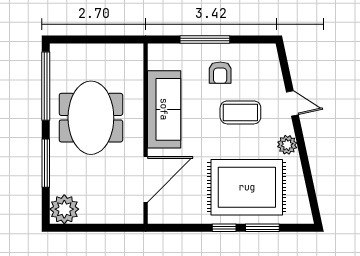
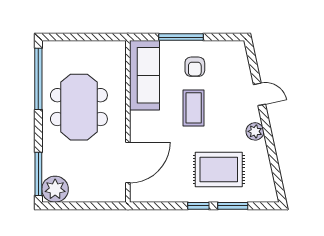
sofa: (164, 109) -> (144, 75), moved
coffee table: (240, 112) -> (194, 108), moved, turned 90
window: (46, 163) -> (38, 174), moved
rug: (247, 187) -> (219, 169), width x0.73, depth x0.69

